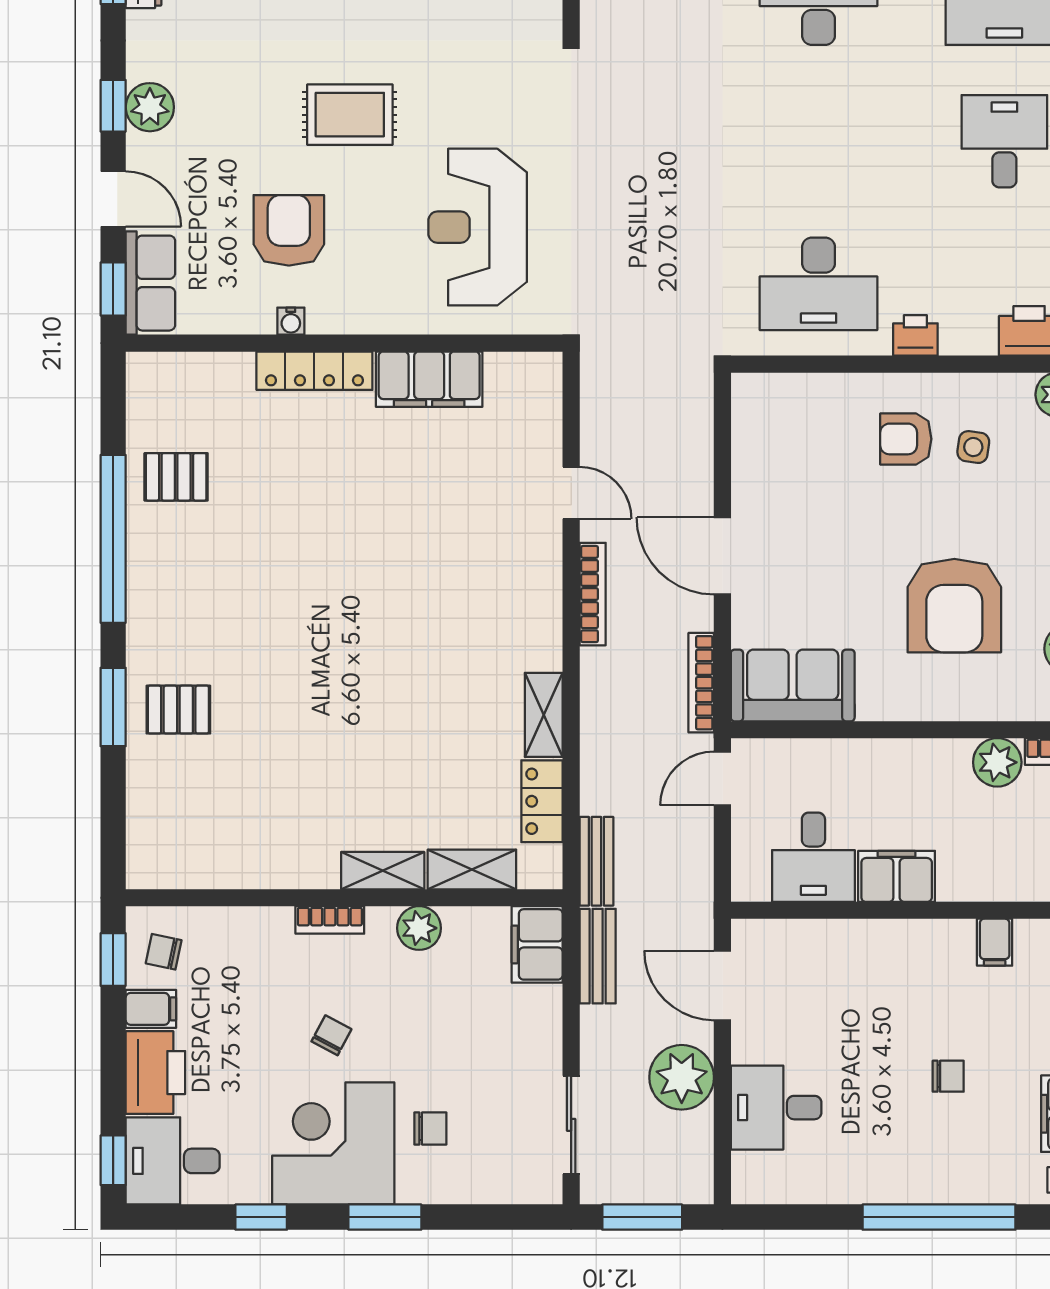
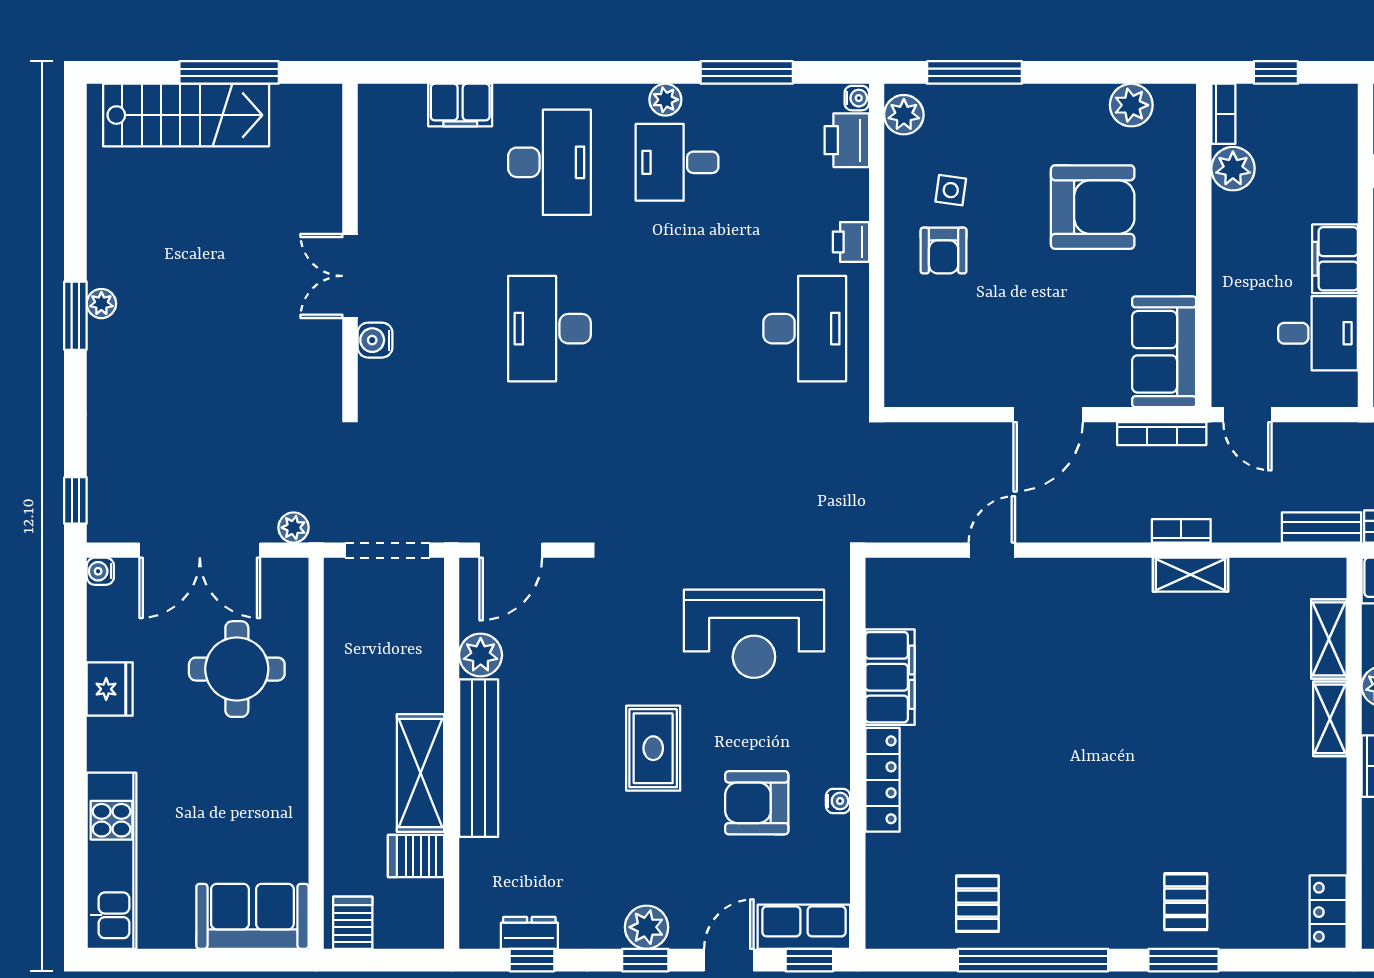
bookcase: (593, 594) -> (1181, 531), moved, width x0.64
locker: (542, 801) -> (1328, 912), moved, turned 90

